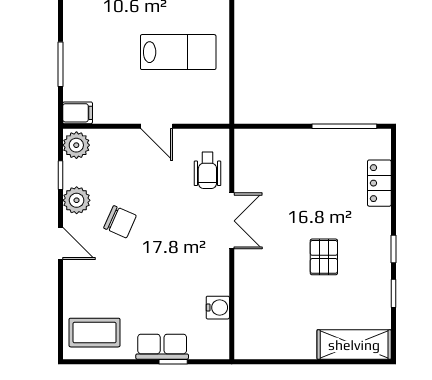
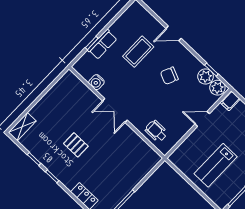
door: (157, 126) -> (202, 119), moved
plant: (77, 200) -> (206, 76), moved
double door: (232, 221) -> (115, 111), moved
door: (60, 243) -> (174, 33), moved
coffee table: (95, 333) -> (138, 52), moved
shelving: (354, 345) -> (22, 127), width x0.67, depth x0.75

